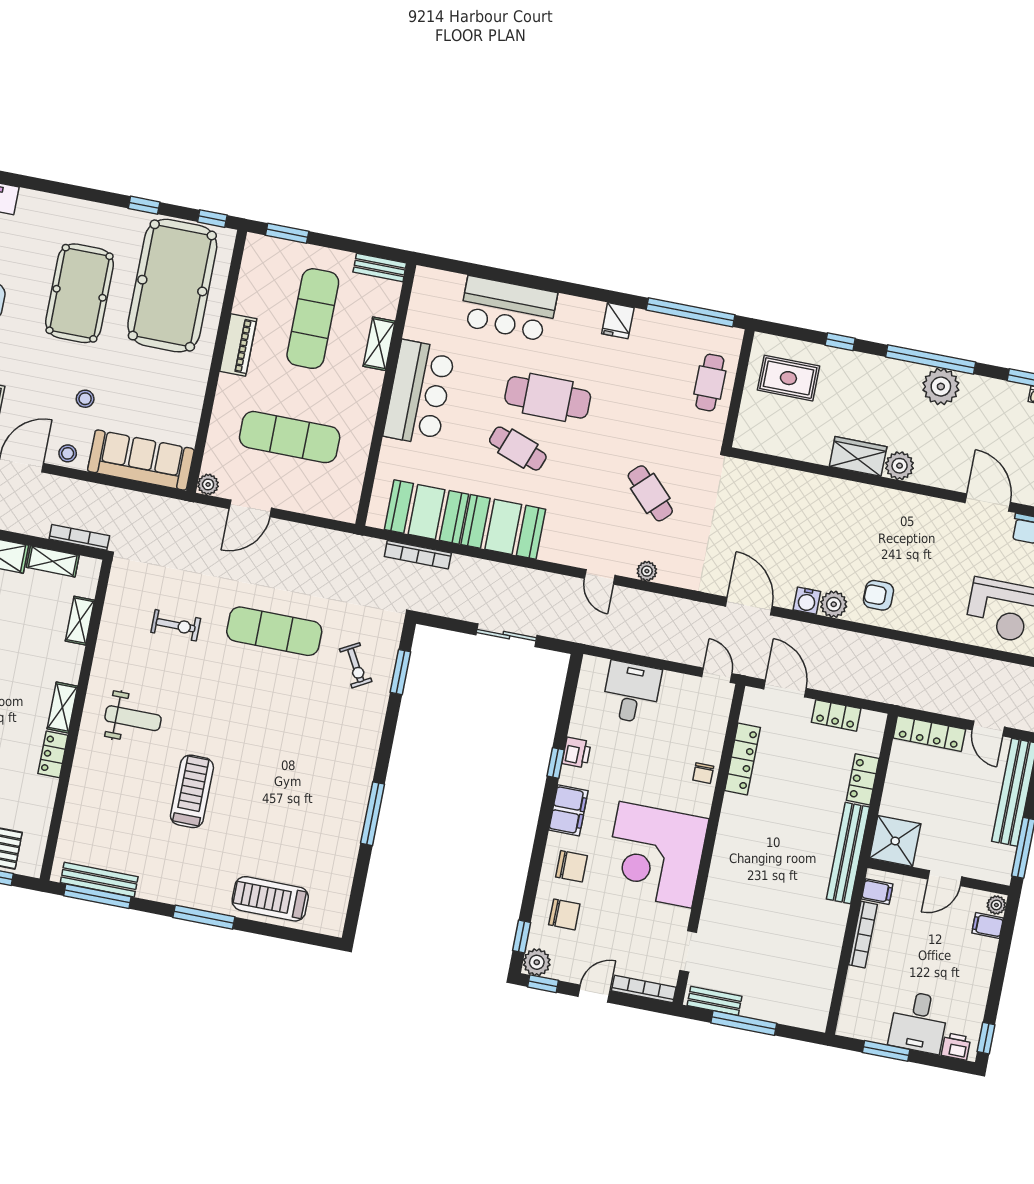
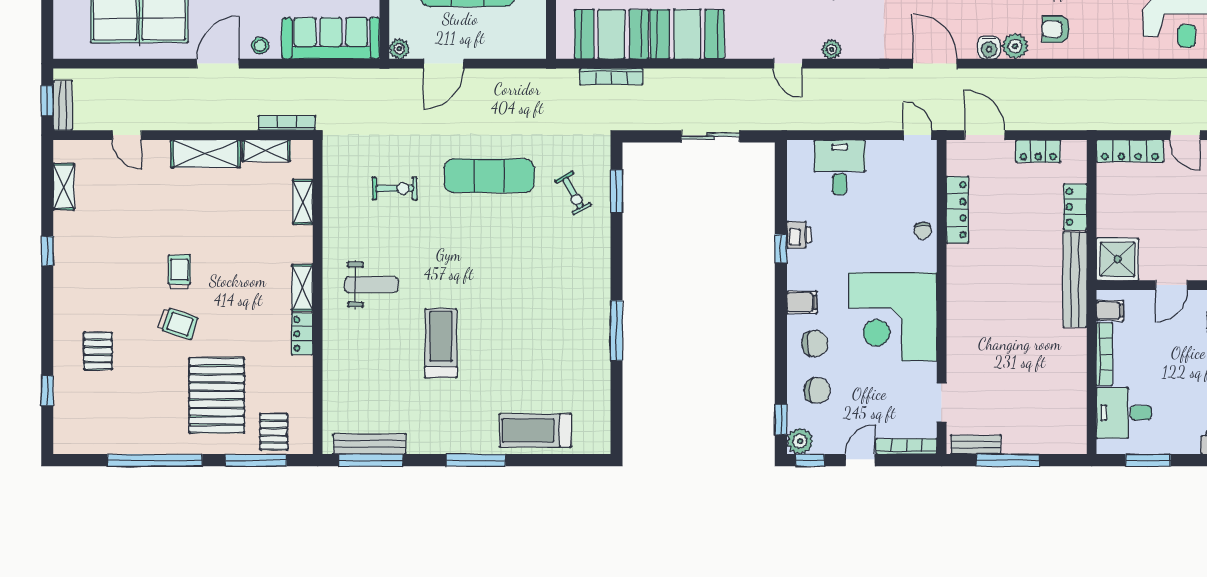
filing cabinet: (568, 810) -> (802, 302), width x0.50
desk: (919, 1022) -> (1124, 413), moved, turned 90

